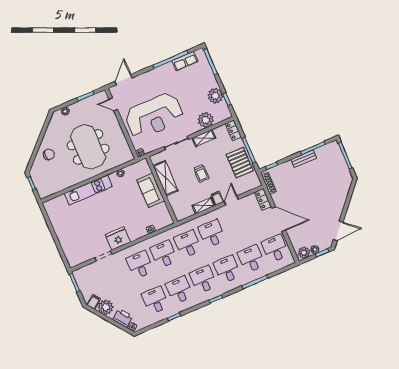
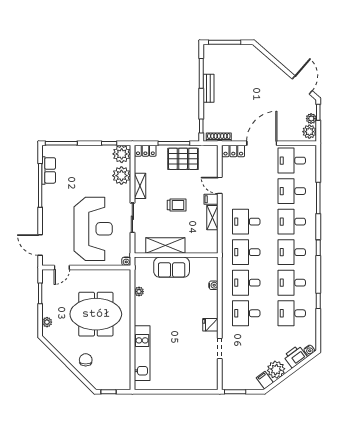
plant: (215, 96) -> (122, 154), moved
kitchen unit: (88, 190) -> (142, 353), moved
fridge: (118, 238) -> (210, 325), width x0.53, depth x0.75

